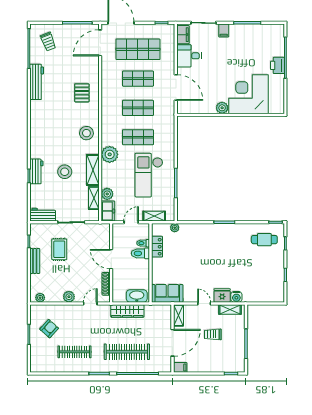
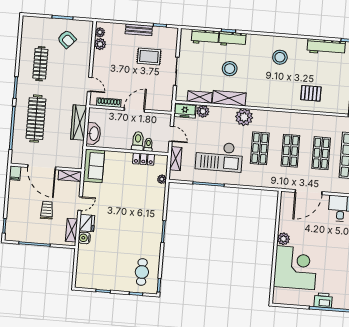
stool: (86, 133) -> (280, 57), moved
checkout: (149, 175) -> (219, 157), turned 180
workbench: (43, 215) -> (205, 37), moved, turned 90
plant: (69, 297) -> (100, 44), moved

